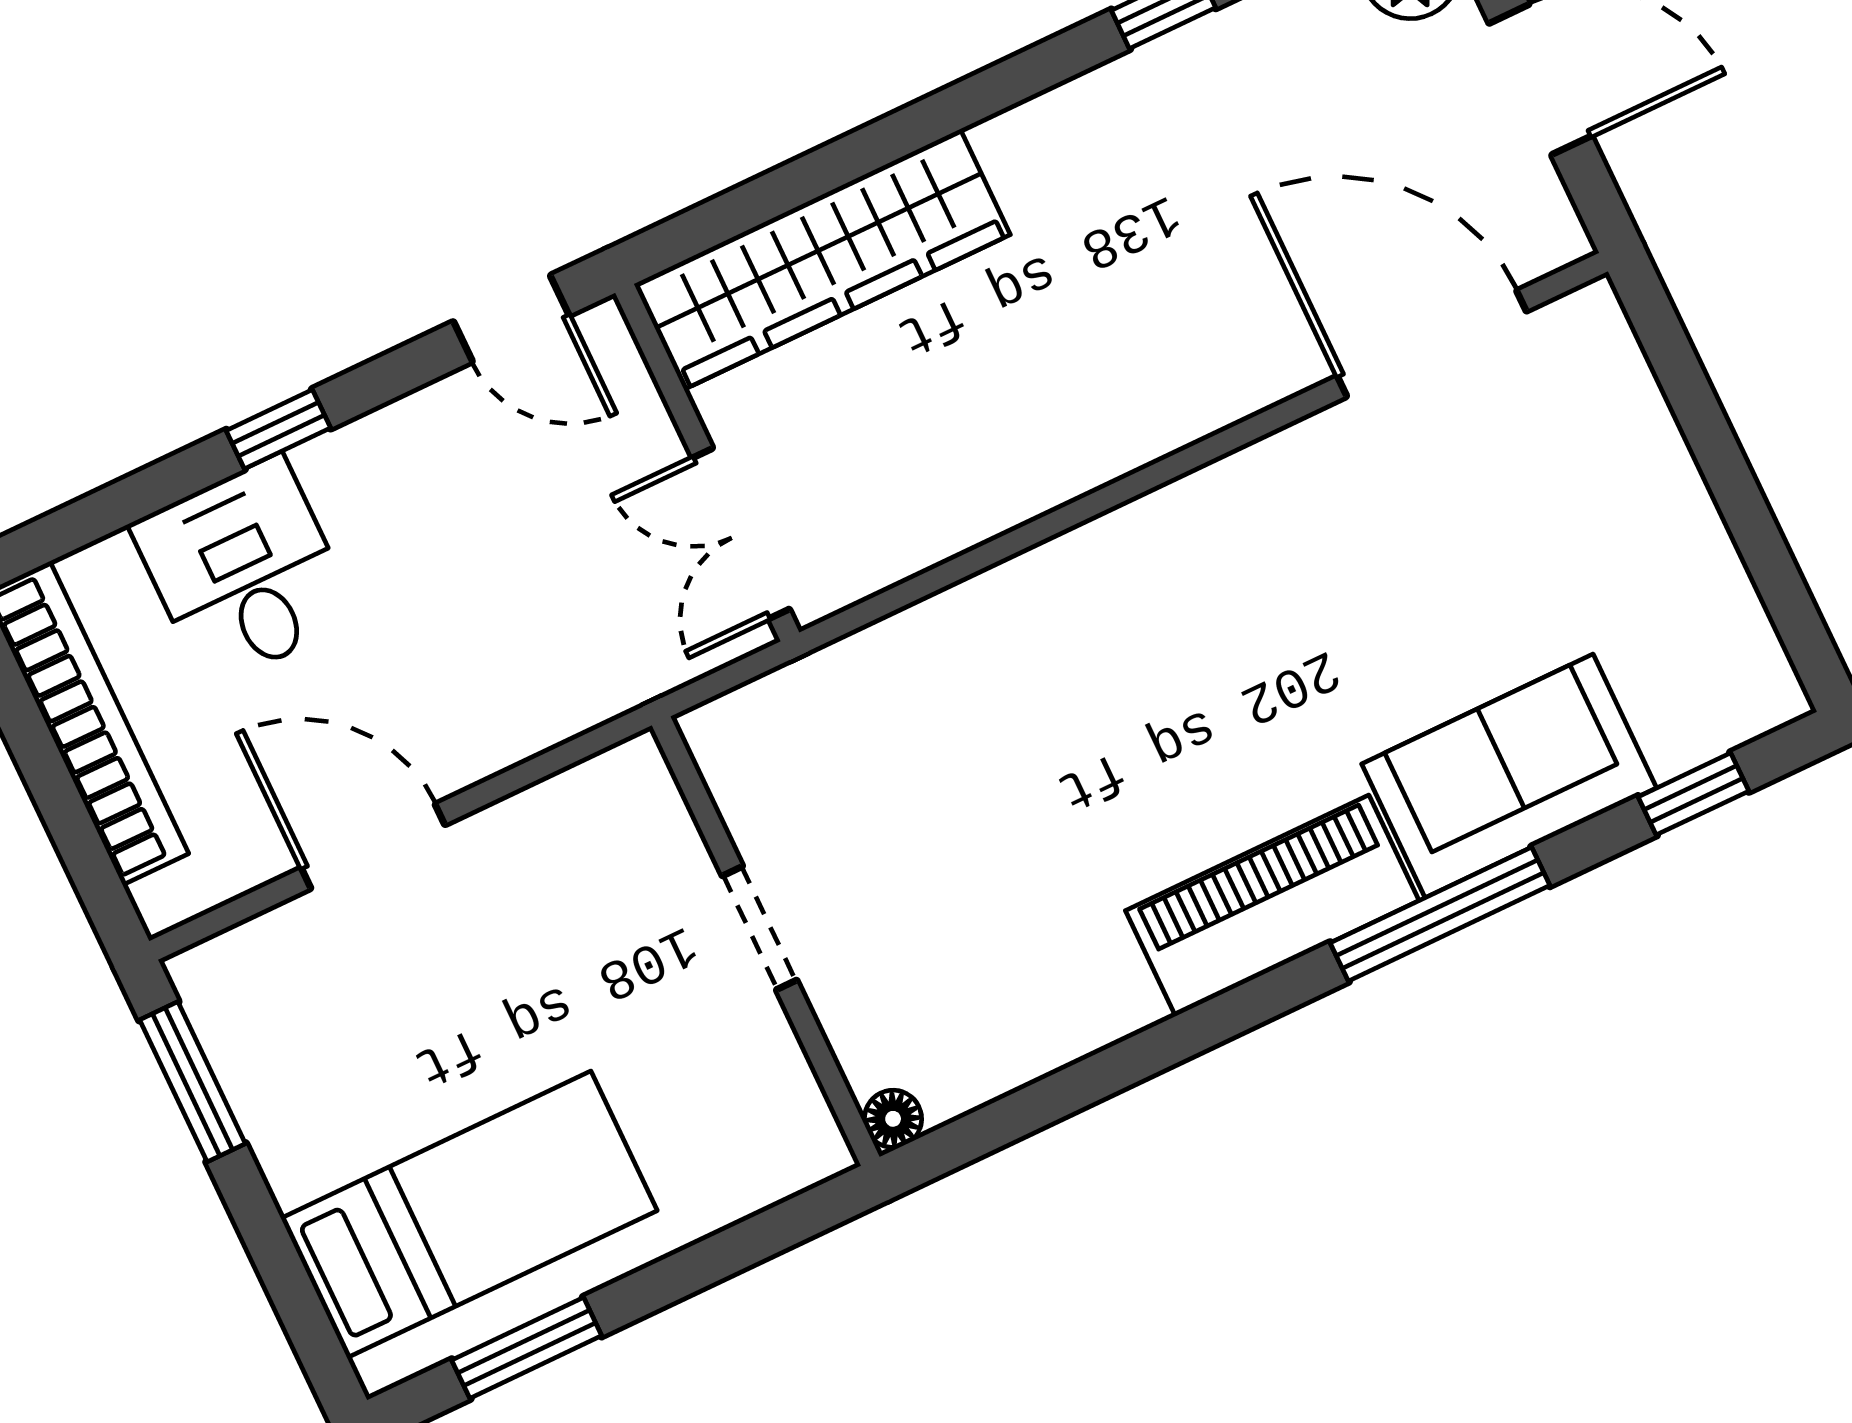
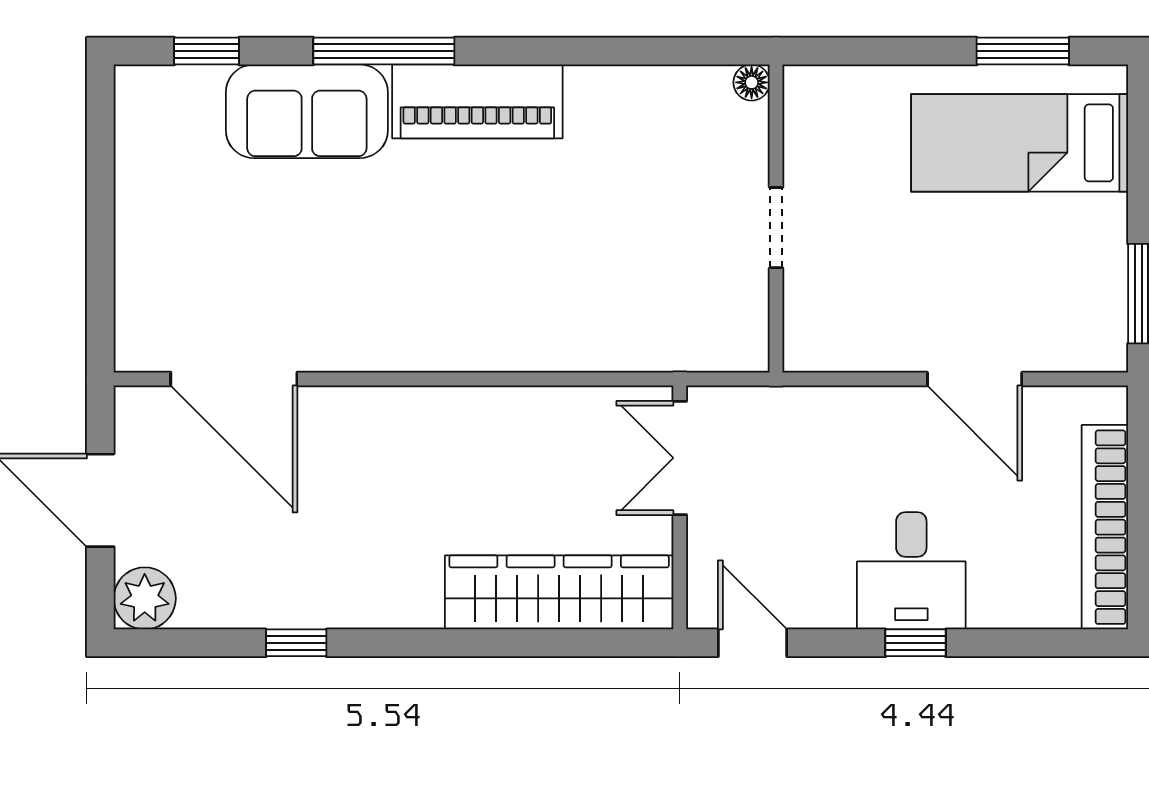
double door: (741, 533) -> (680, 458), swing flipped
desk: (244, 572) -> (911, 571), moved

